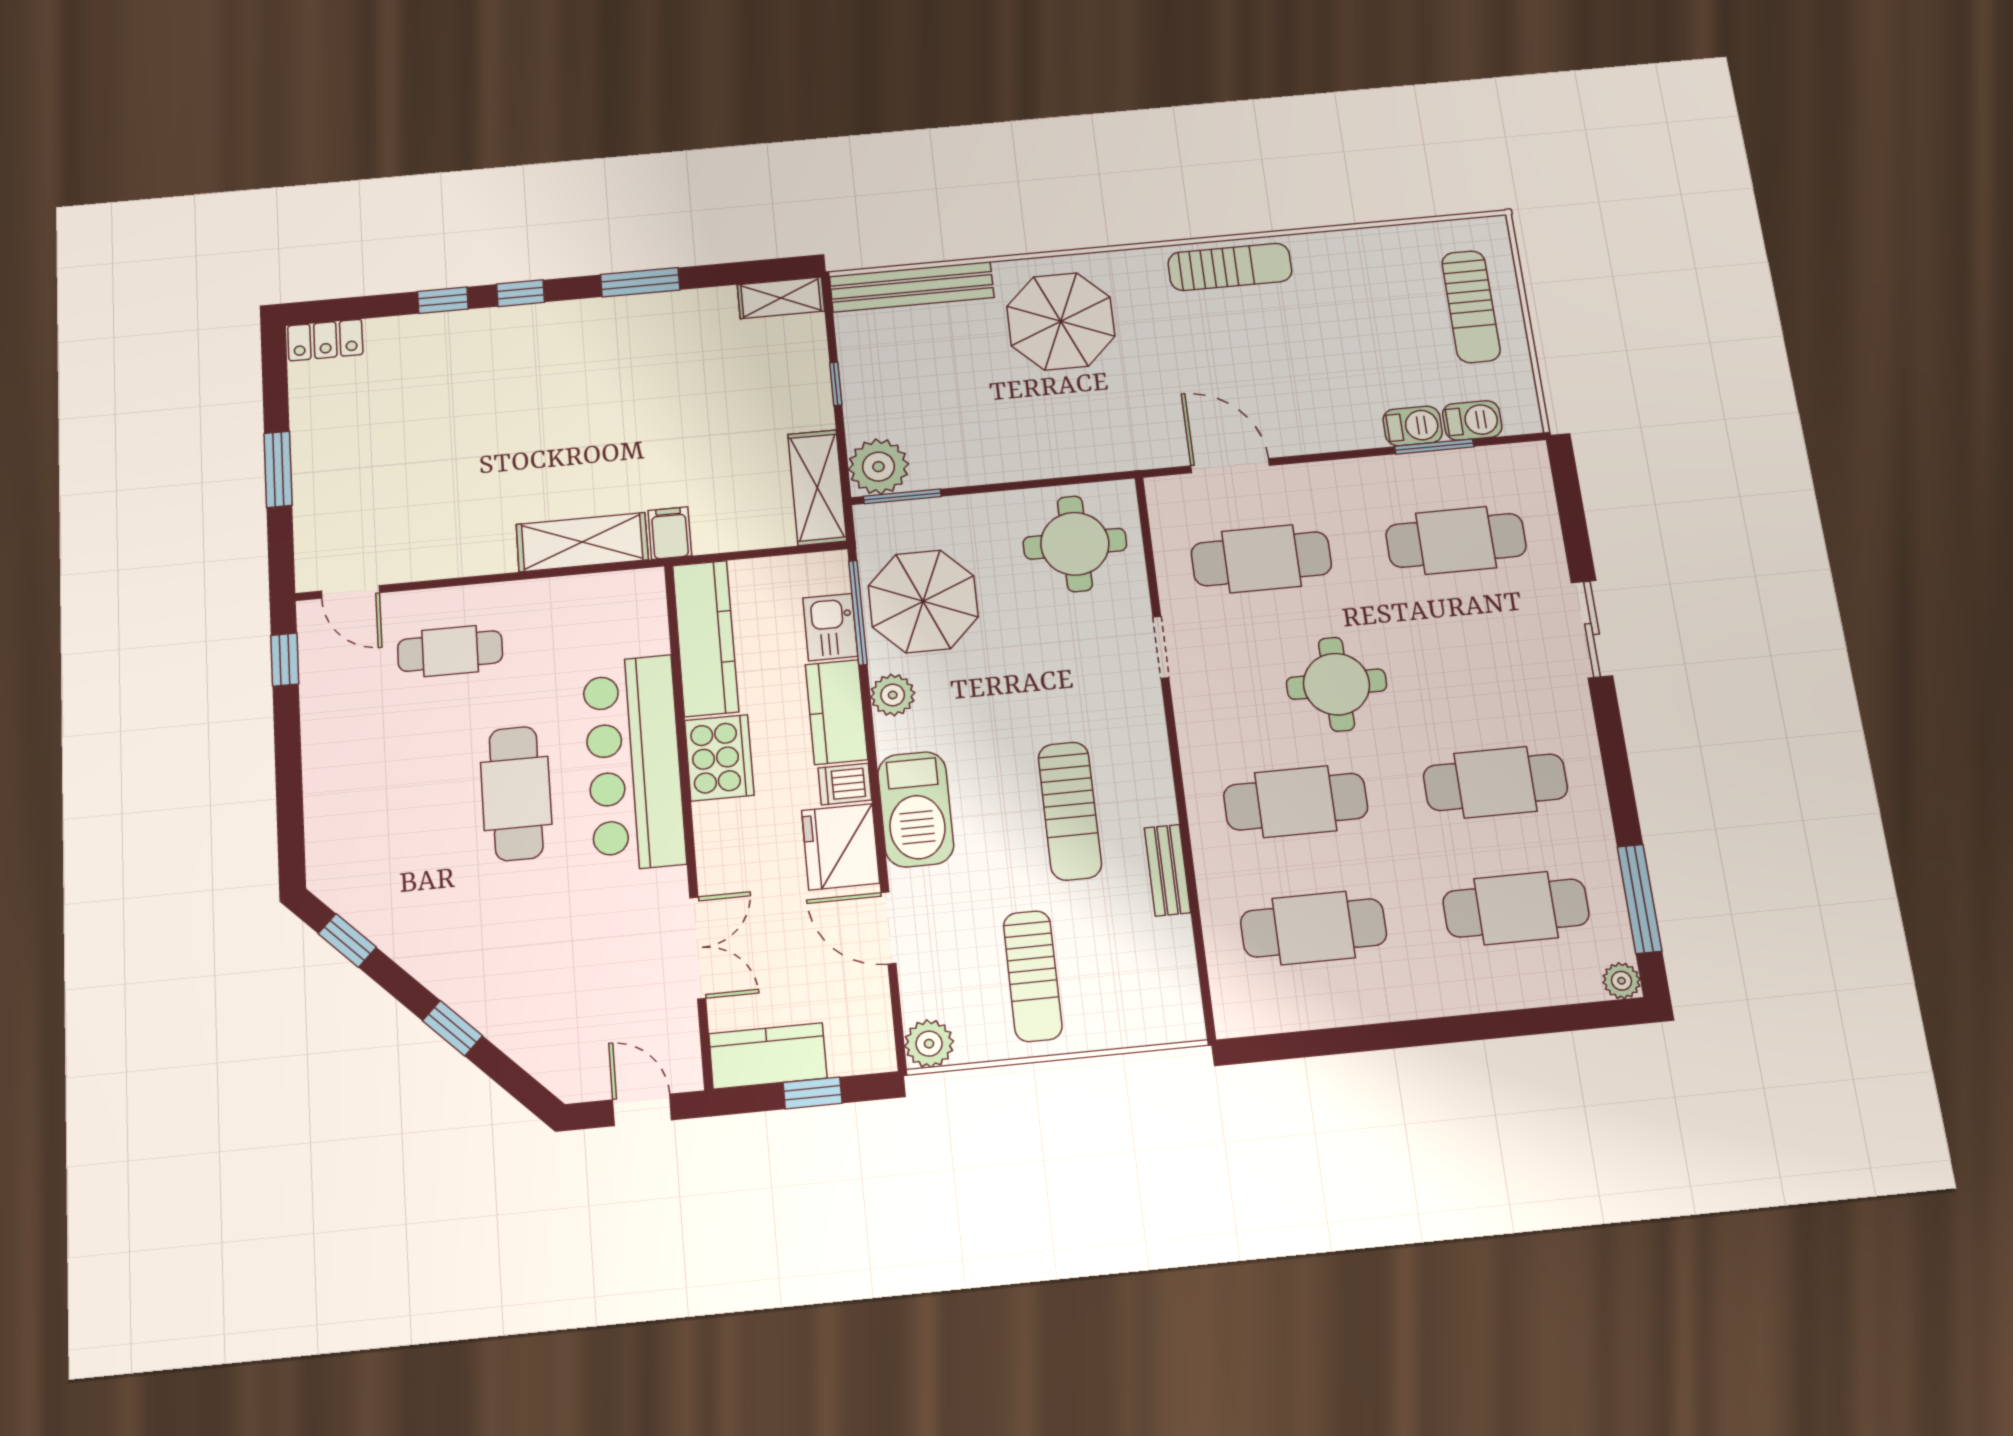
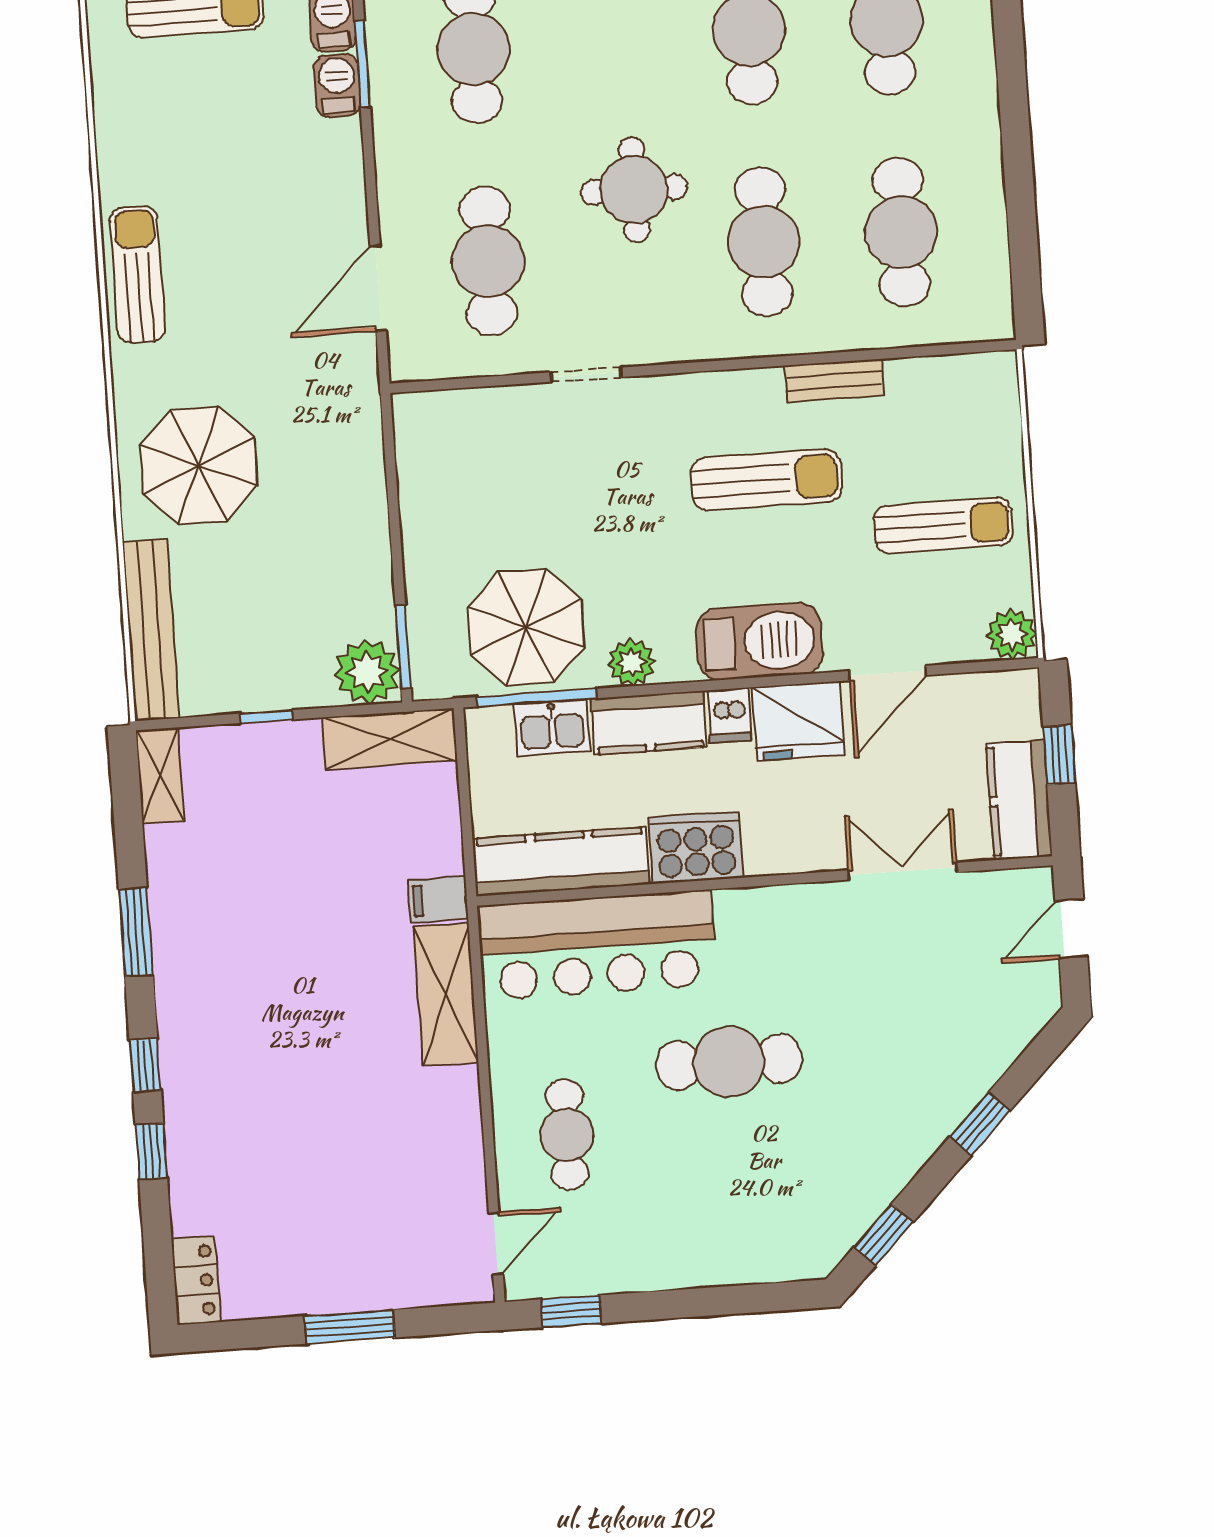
round table: (1075, 544) -> (464, 461), removed
bar counter: (634, 763) -> (597, 945), moved

